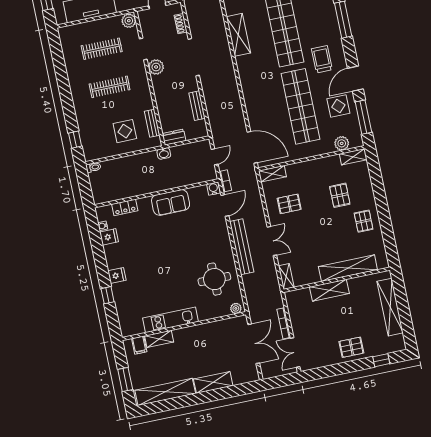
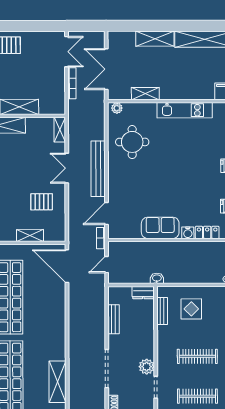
shelving: (272, 174) -> (30, 236), moved
water cooler: (213, 189) -> (188, 233), moved
shelving: (159, 339) -> (145, 94), moved

